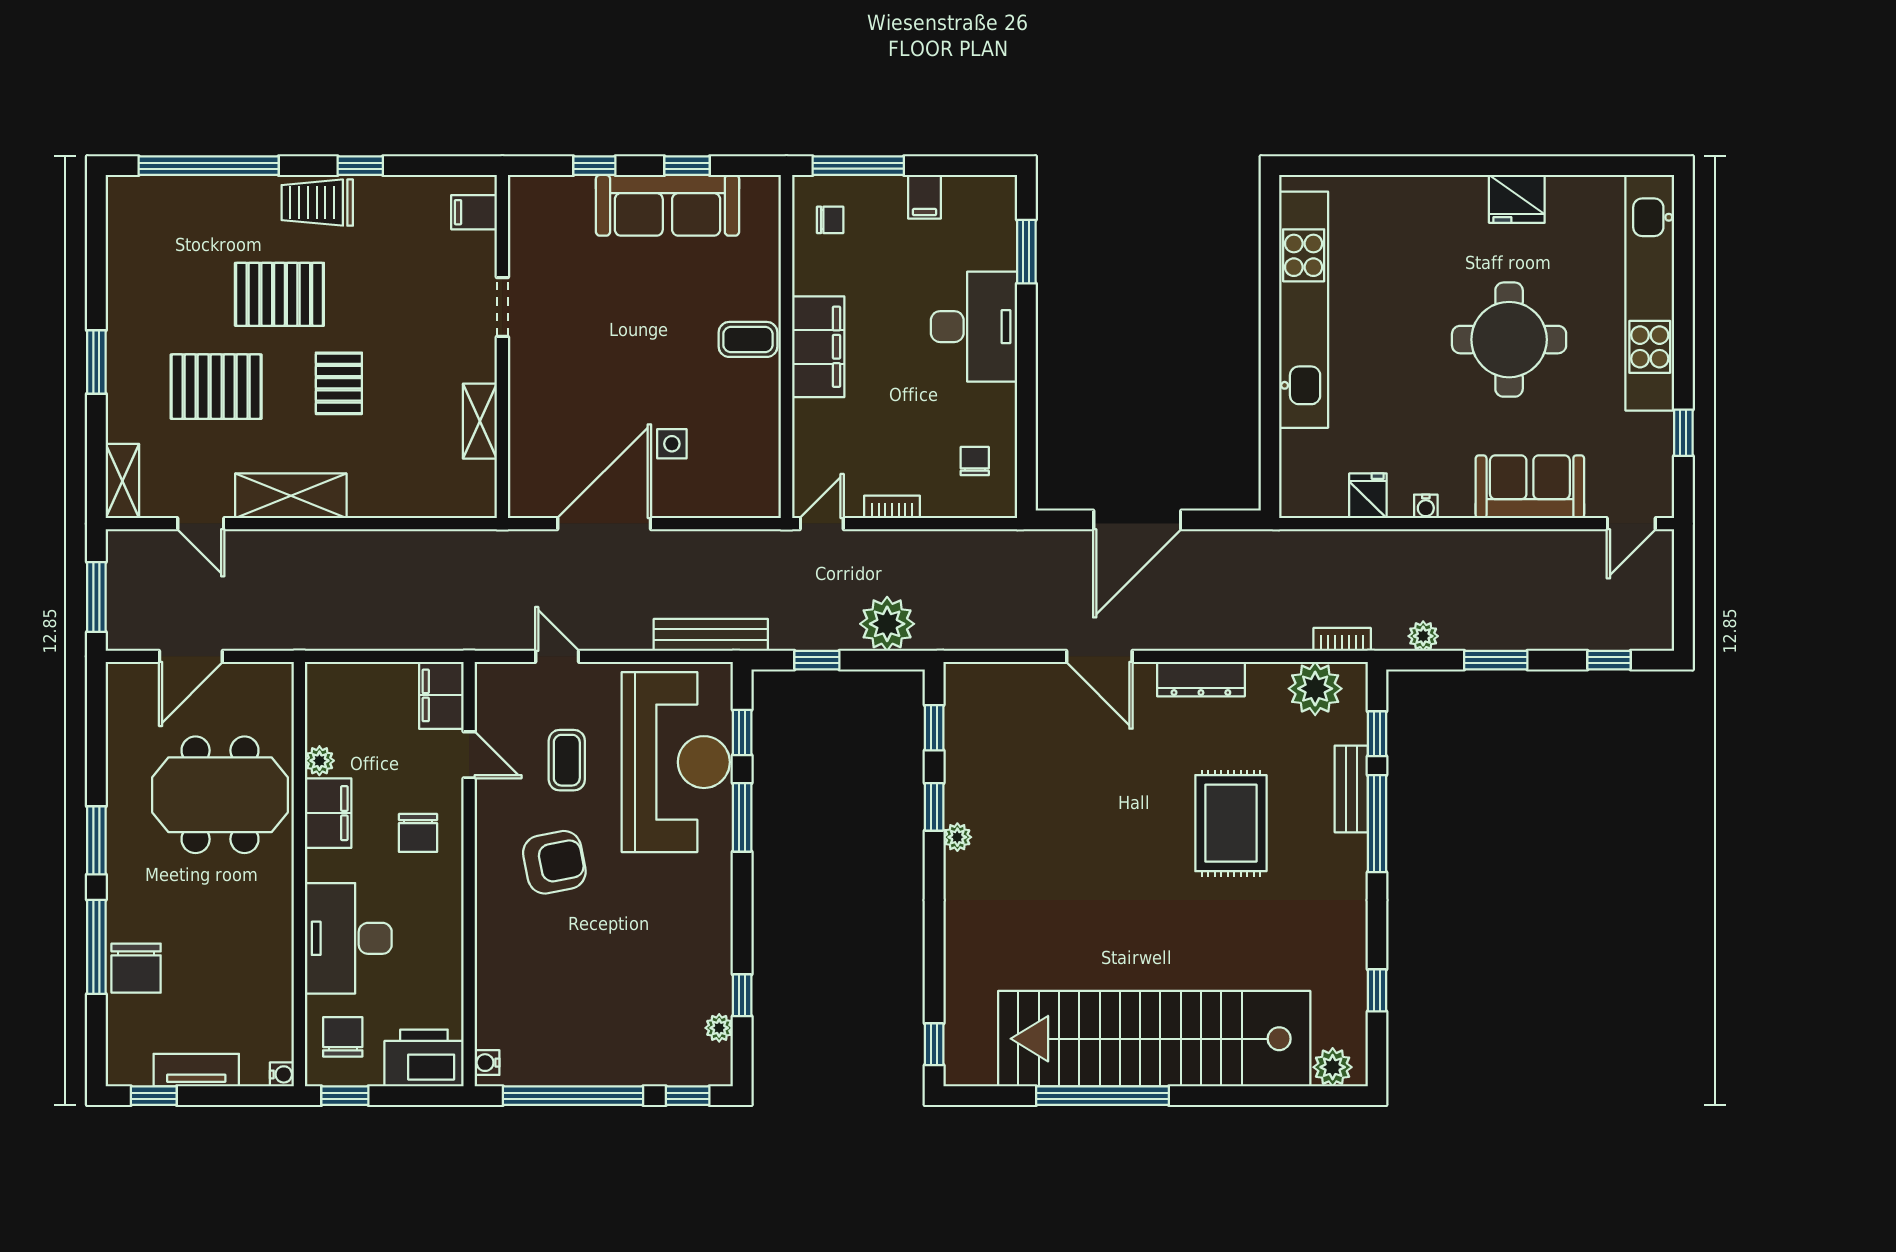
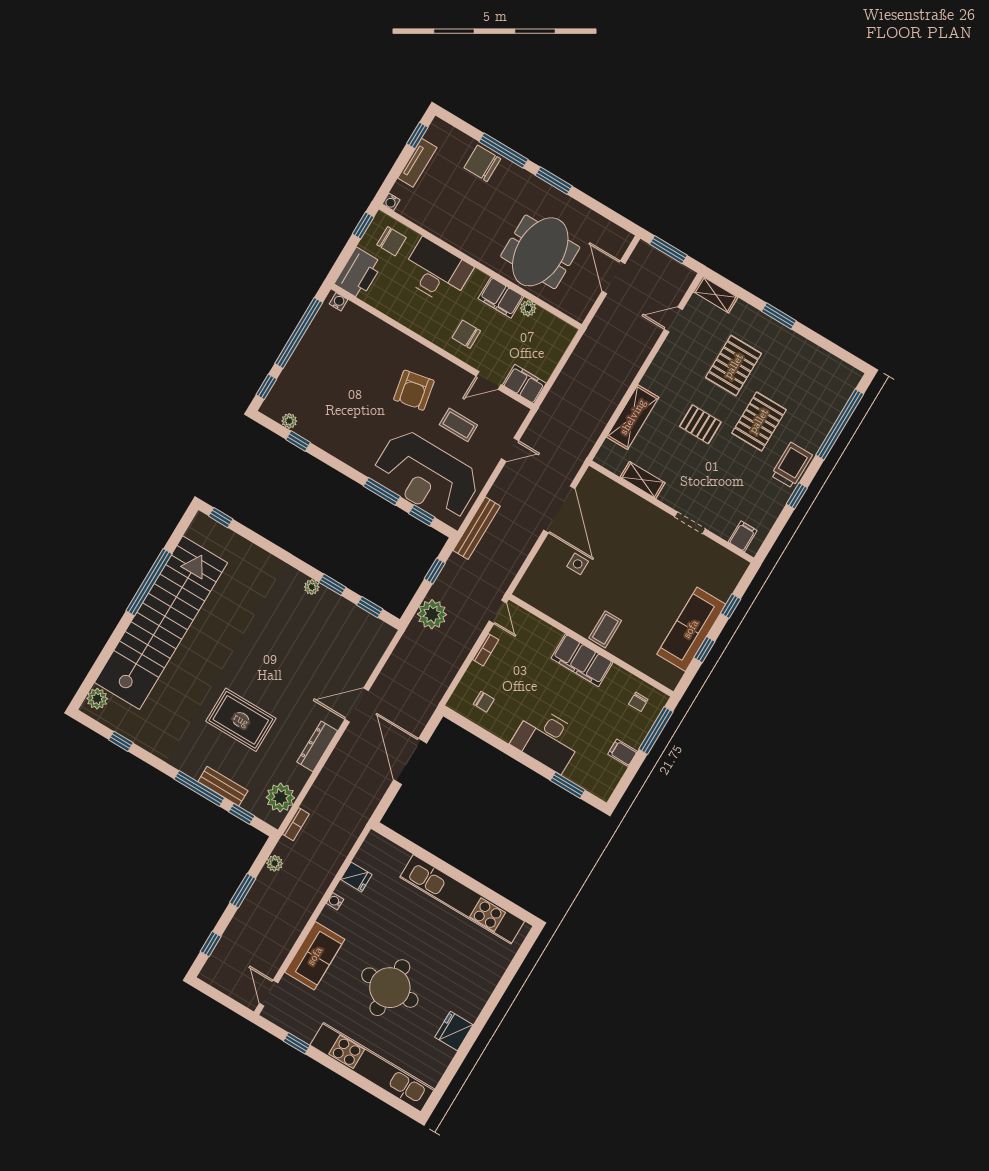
shelving: (291, 496) -> (633, 417), moved

